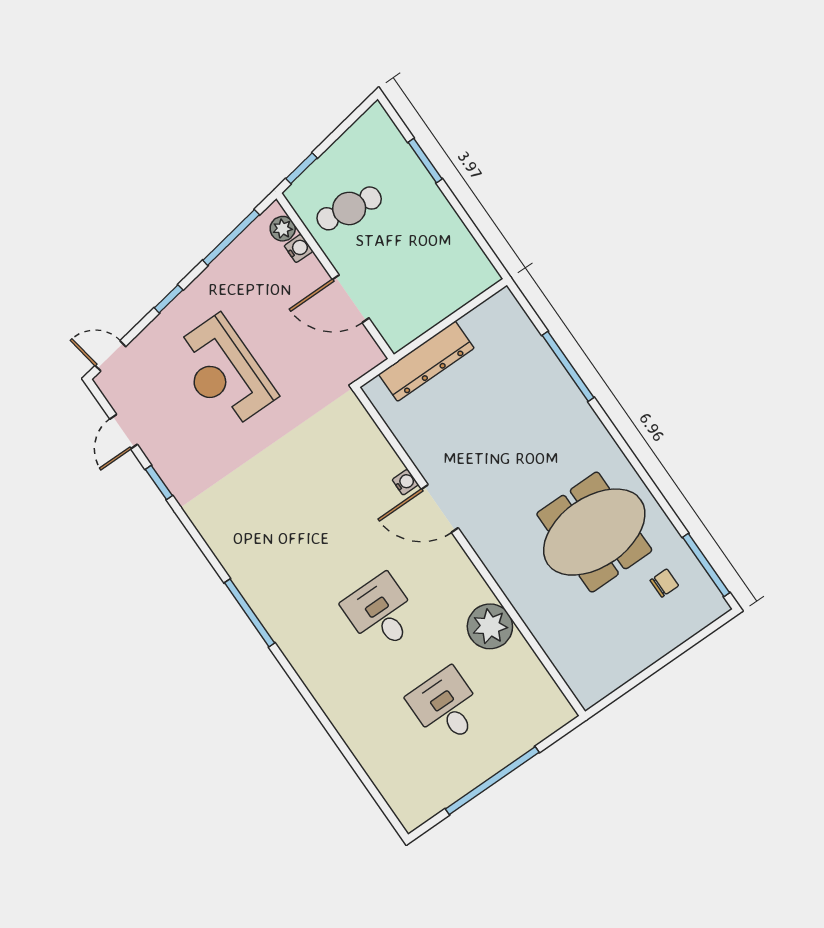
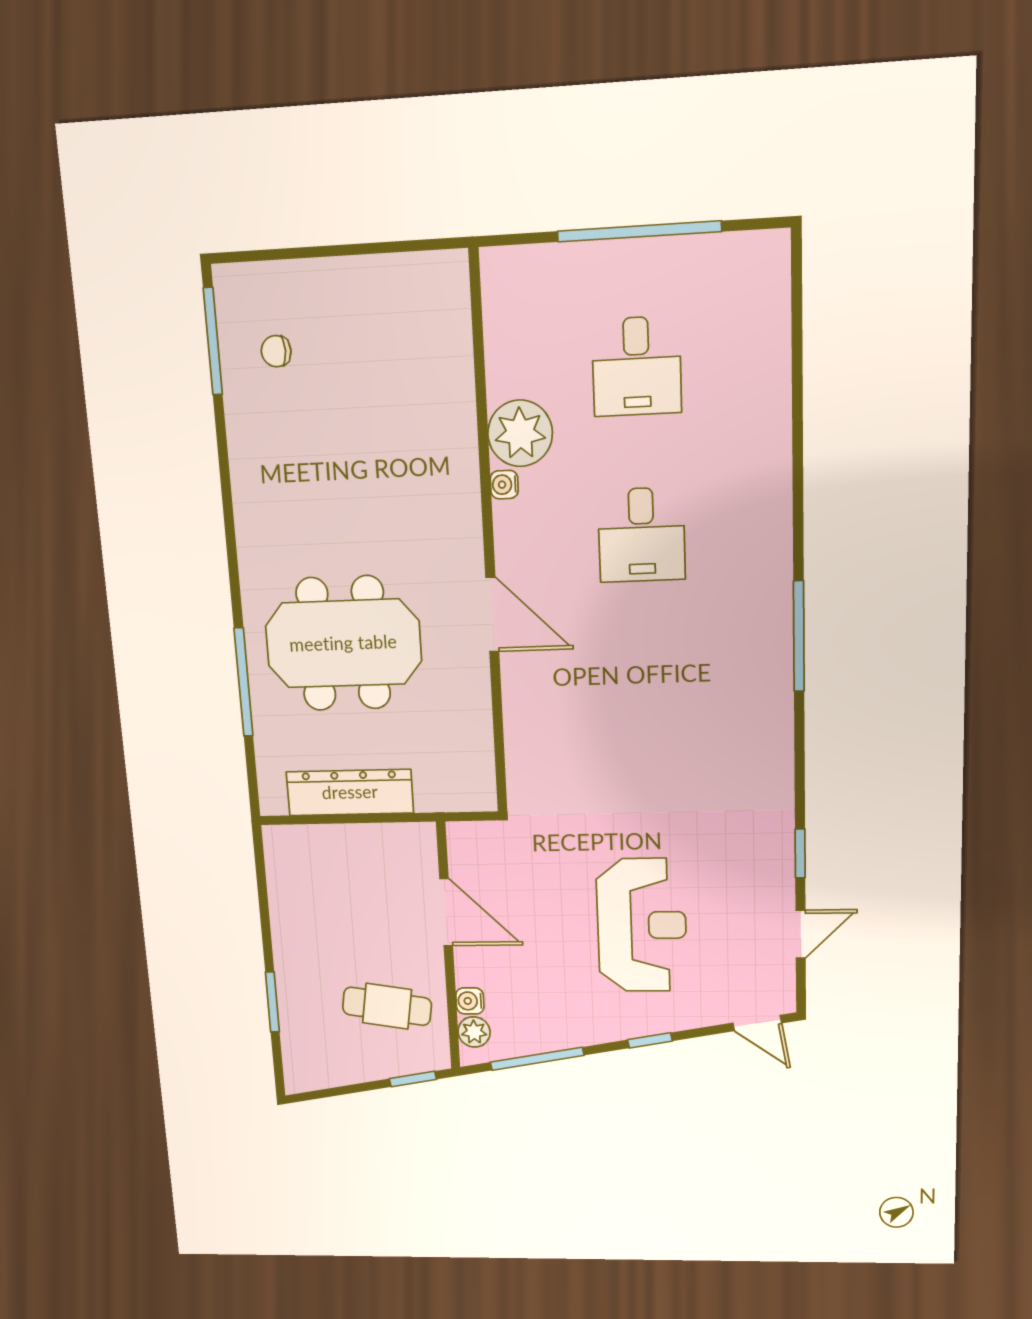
dresser: (426, 361) -> (350, 792), moved
water cooler: (405, 482) -> (504, 485), moved
meeting table: (594, 532) -> (343, 643), moved

